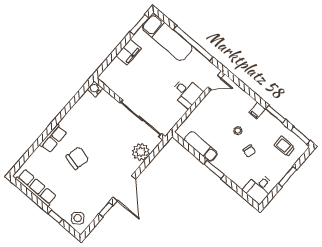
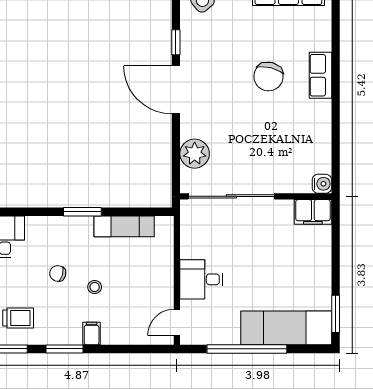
filing cabinet: (129, 52) -> (313, 212), moved, turned -90

